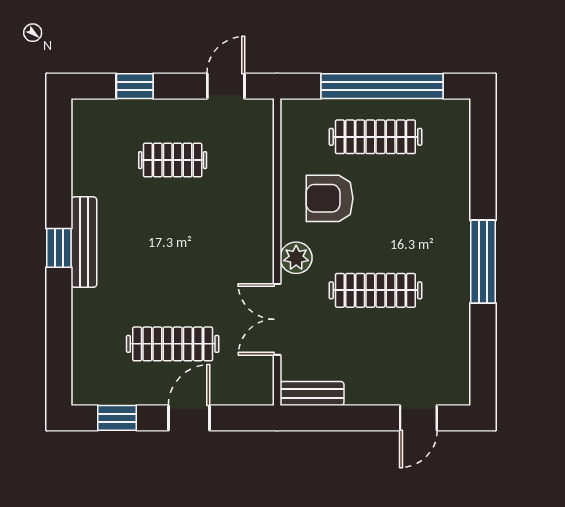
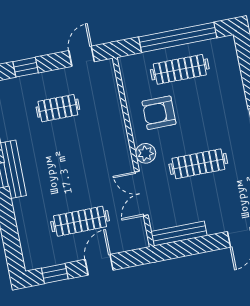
bench: (312, 393) -> (179, 234), width x1.36

